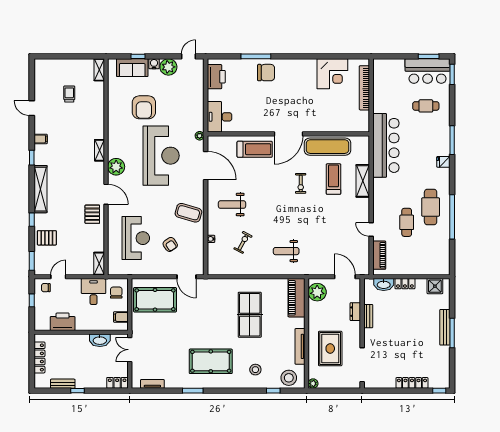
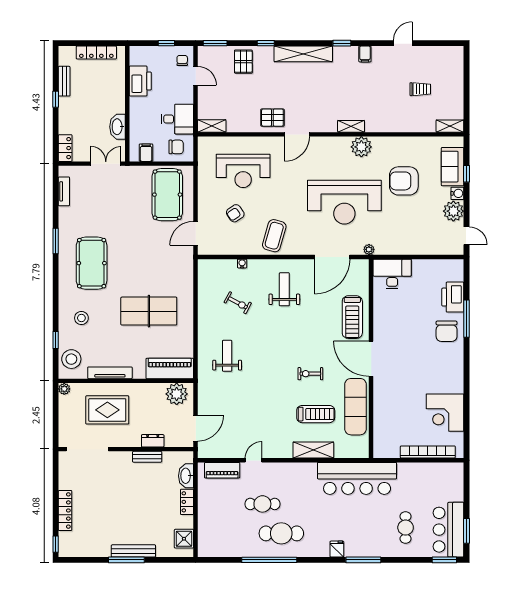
printer: (216, 77) -> (453, 297), moved, turned 90
plant: (116, 167) -> (361, 147), moved

